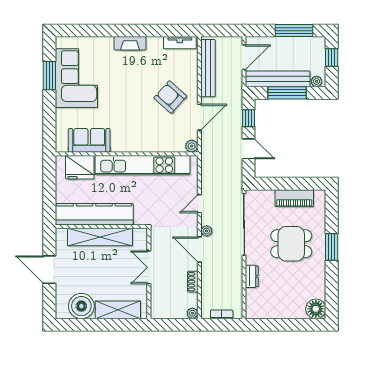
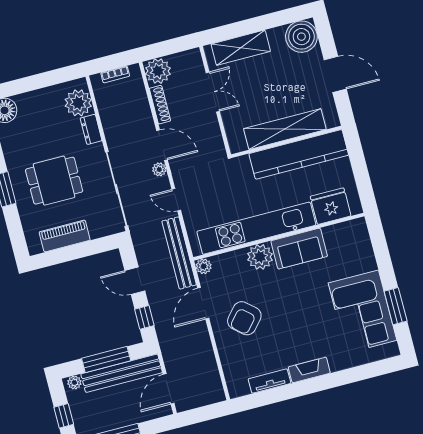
tv unit: (180, 43) -> (269, 381), moved
bench: (208, 68) -> (179, 253), moved
armchair: (170, 97) -> (244, 318), turned 89
sofa: (89, 140) -> (299, 249), moved
plant: (145, 142) -> (260, 257), added
door: (199, 204) -> (176, 200), swing flipped
double door: (149, 267) -> (213, 92), moved
shoe rack: (193, 282) -> (160, 105), width x1.43
plant: (257, 300) -> (78, 103), added
boiler: (81, 306) -> (301, 37), moved
plant: (192, 313) -> (158, 71), width x1.88, depth x1.88

